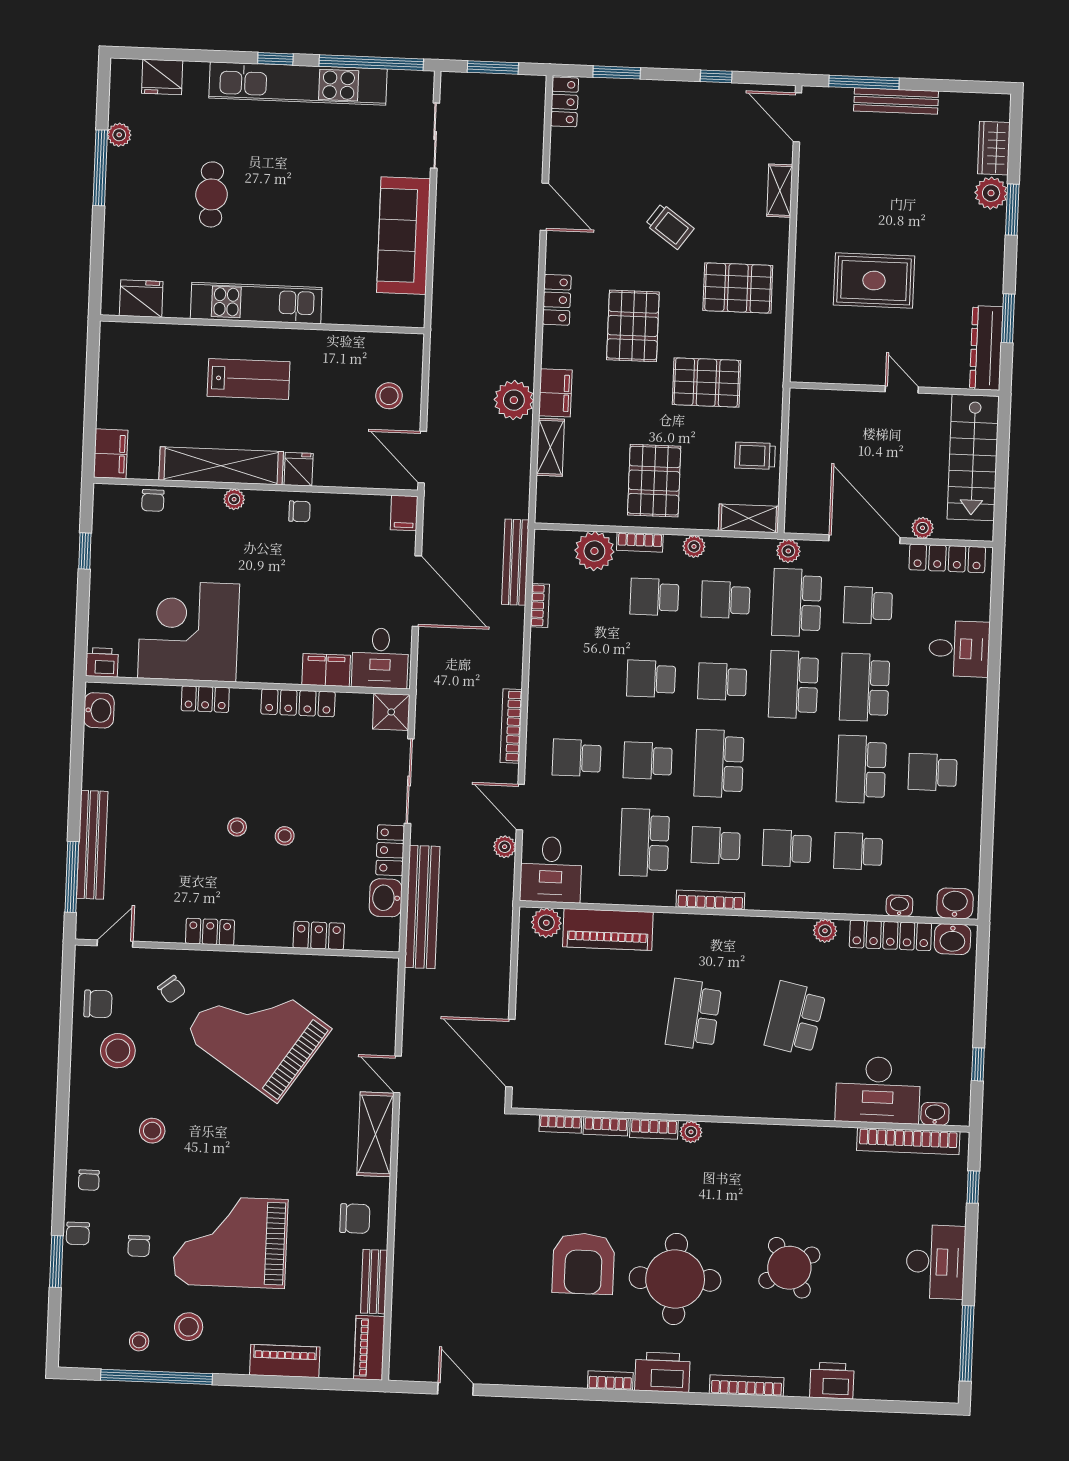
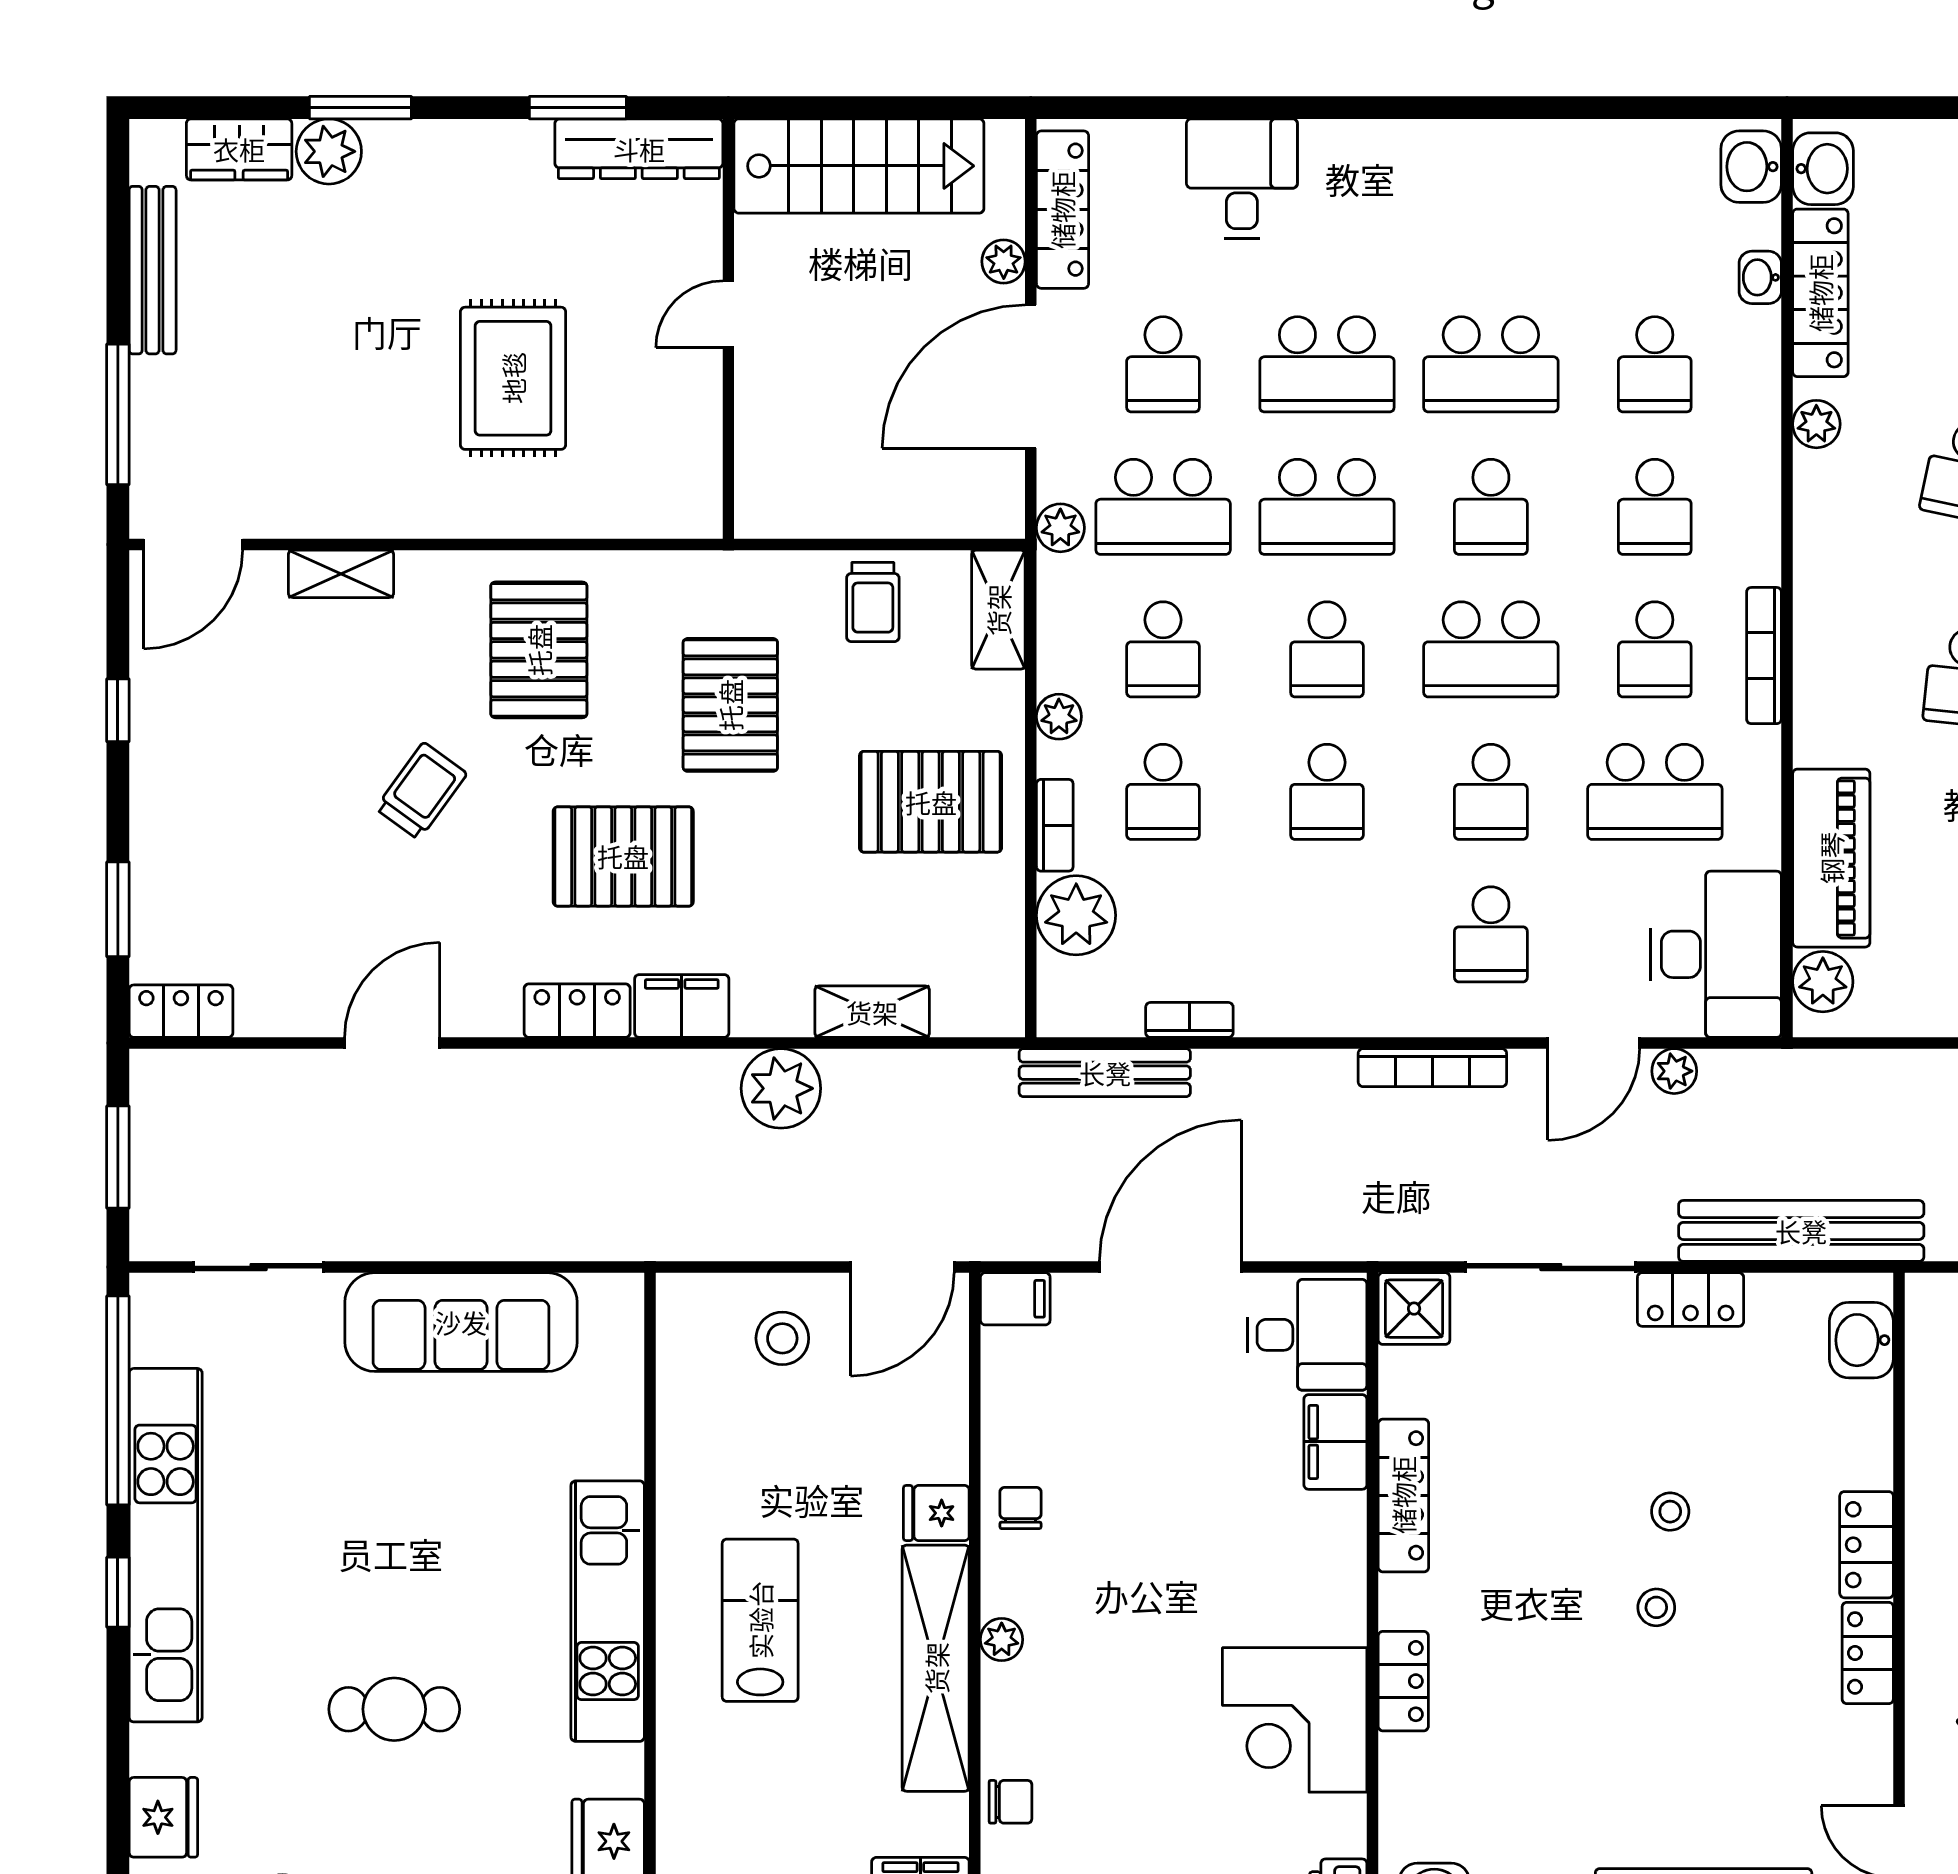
bench: (896, 101) -> (153, 270), moved
filing cabinet: (555, 393) -> (682, 1006), moved
corner desk: (189, 631) -> (1295, 1720), width x0.74, depth x0.74
school desk: (933, 772) -> (1491, 507), moved
desk: (551, 870) -> (1716, 954), width x1.37
washbasin: (386, 898) -> (1861, 1340), moved, turned 90
locker: (319, 936) -> (1867, 1545), moved

